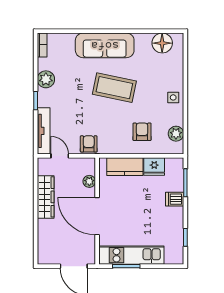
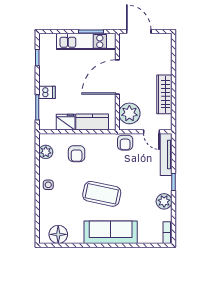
plant: (89, 181) -> (129, 113), width x1.88, depth x1.88
door: (97, 216) -> (117, 77), swing flipped

